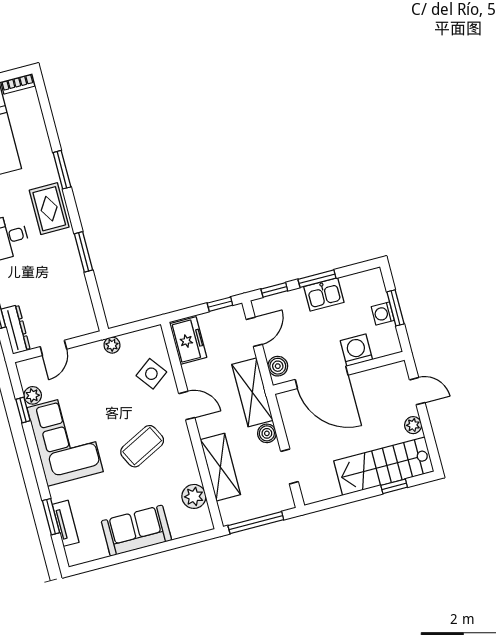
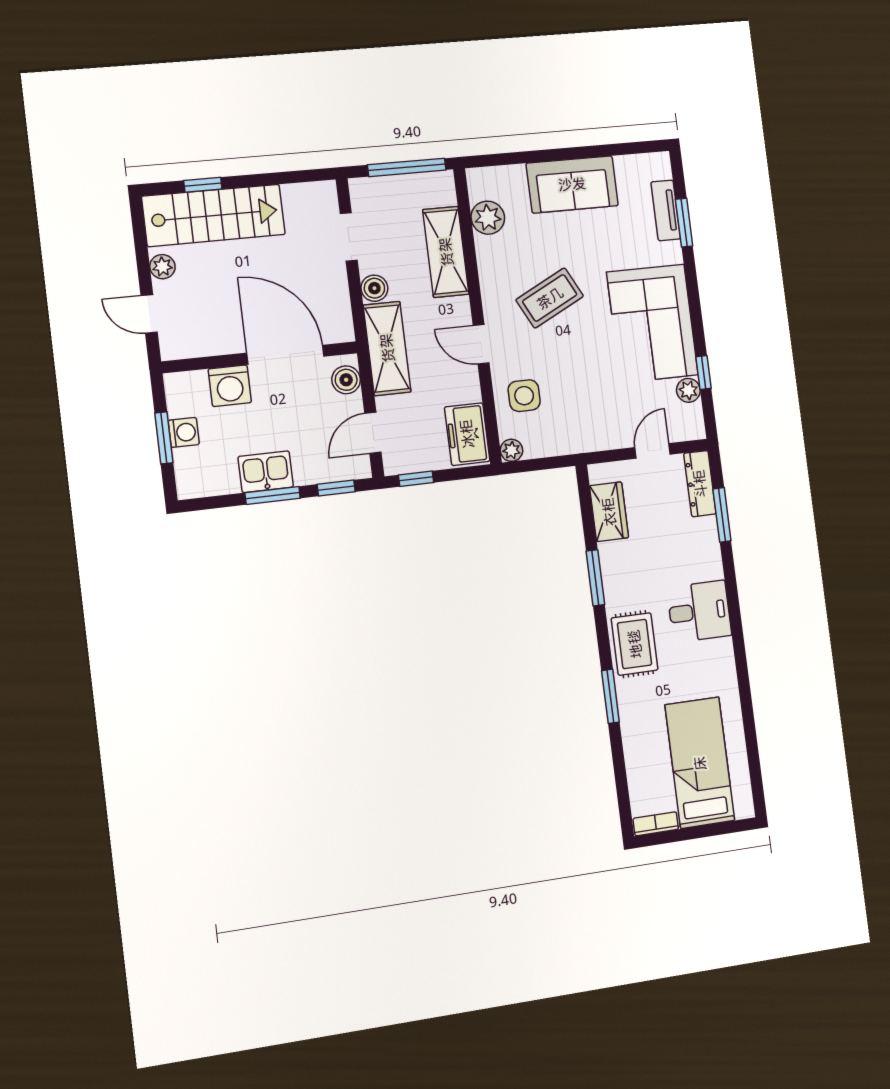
wardrobe: (80, 300) -> (609, 512), added
plant: (112, 345) -> (511, 450), moved
side table: (151, 374) -> (524, 396), turned 37

